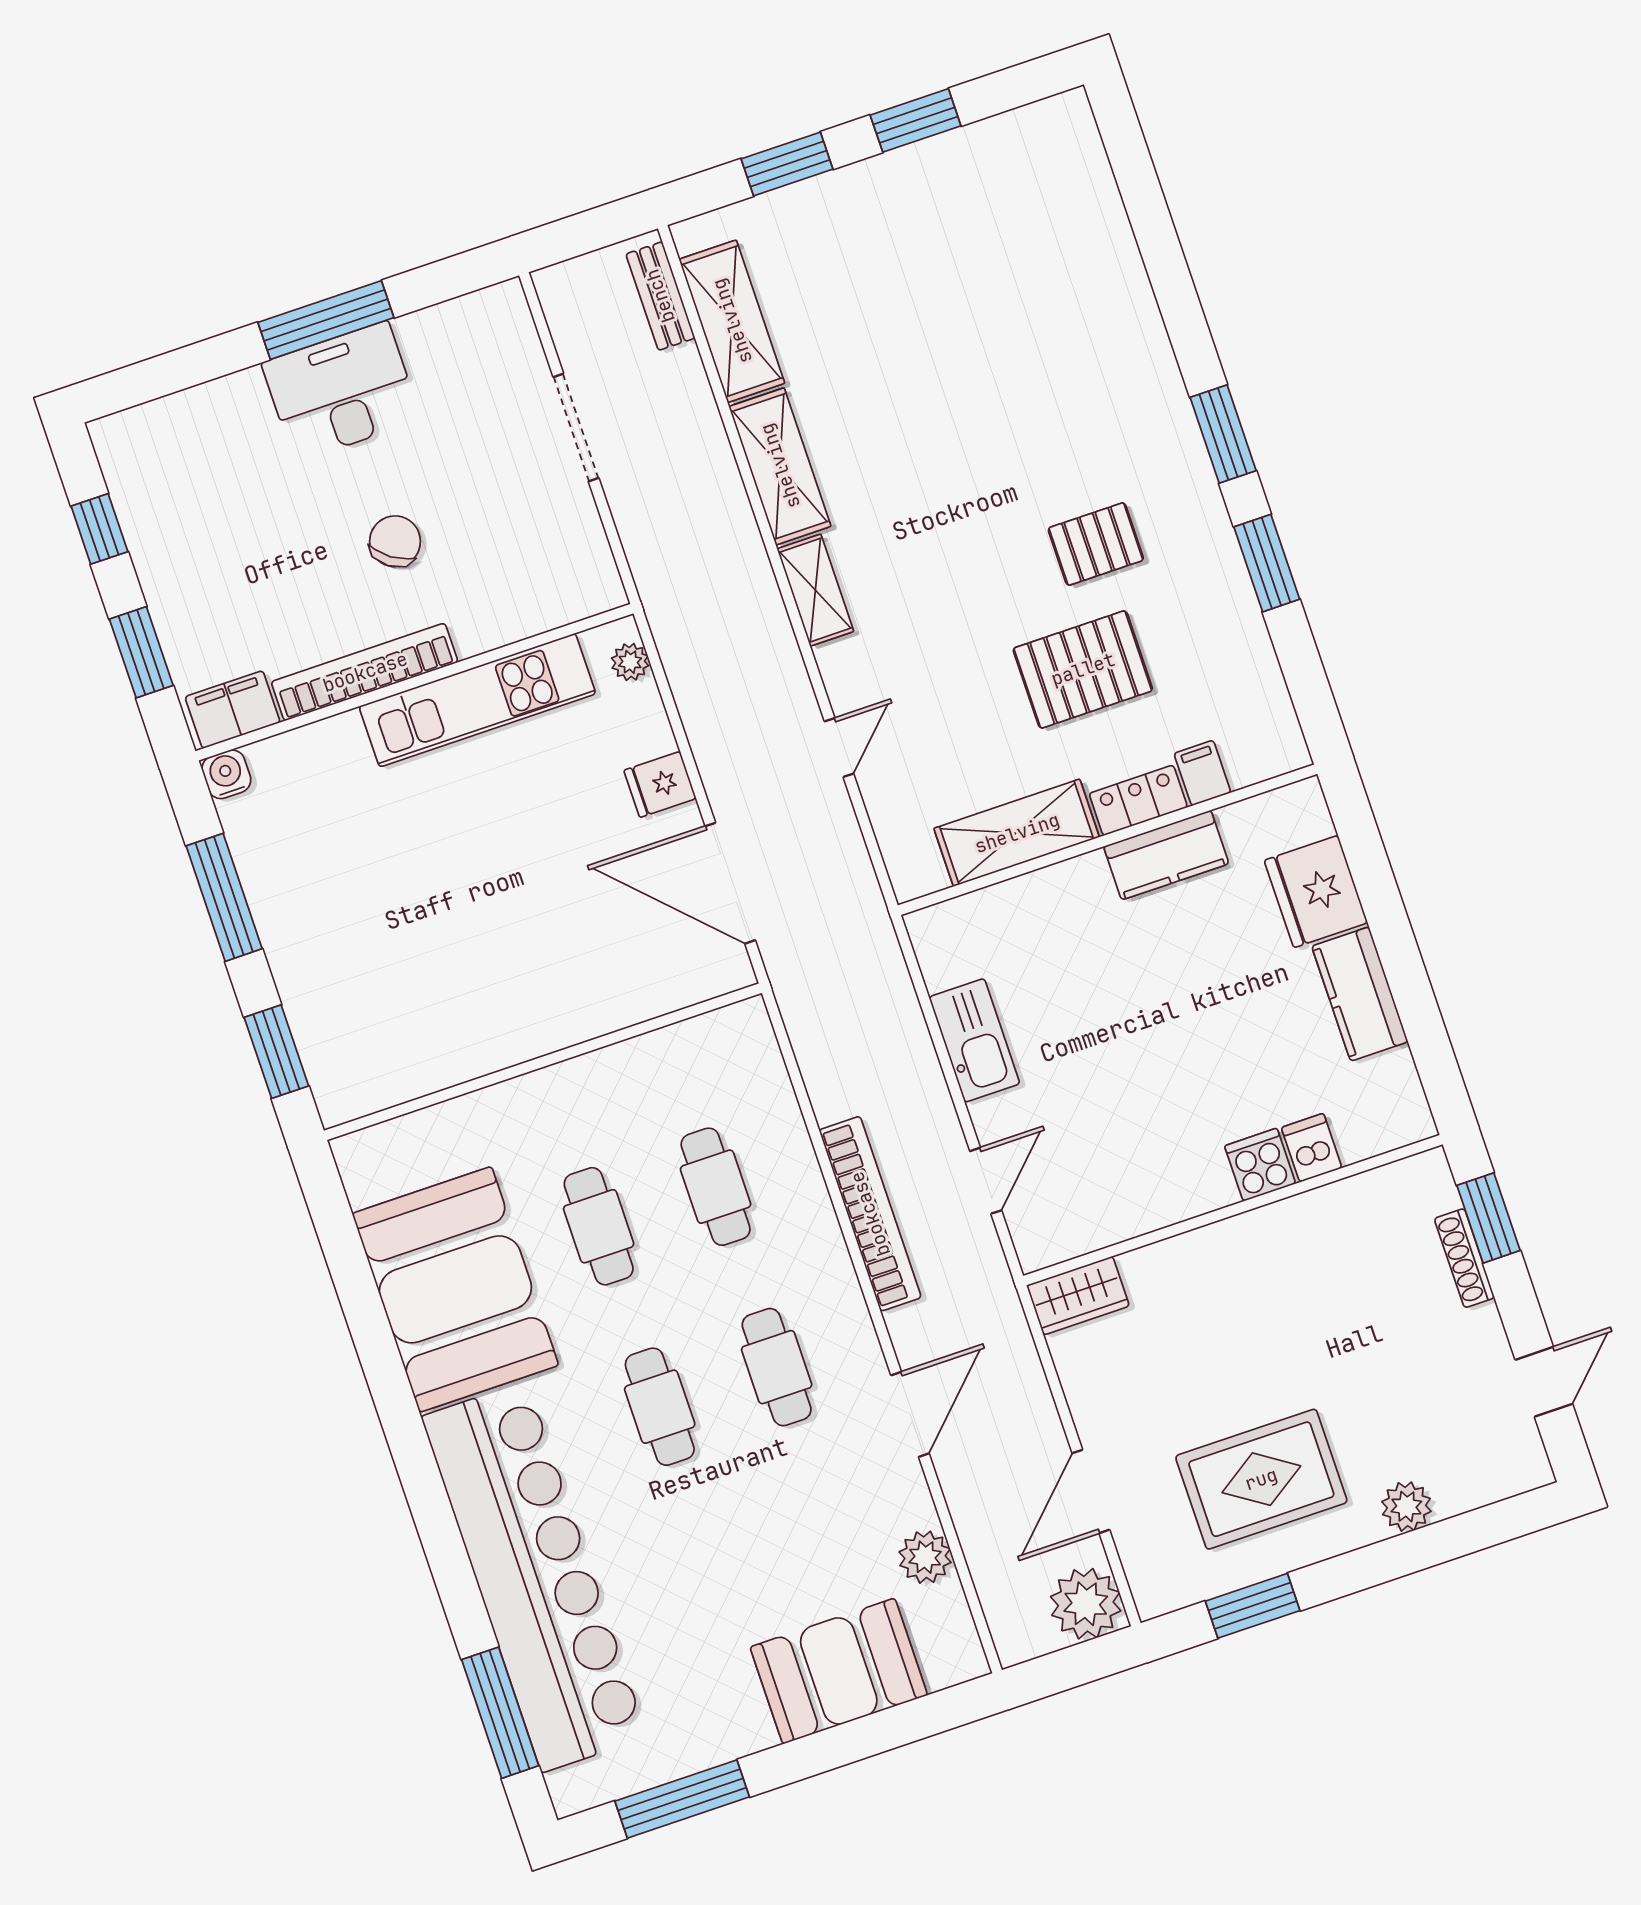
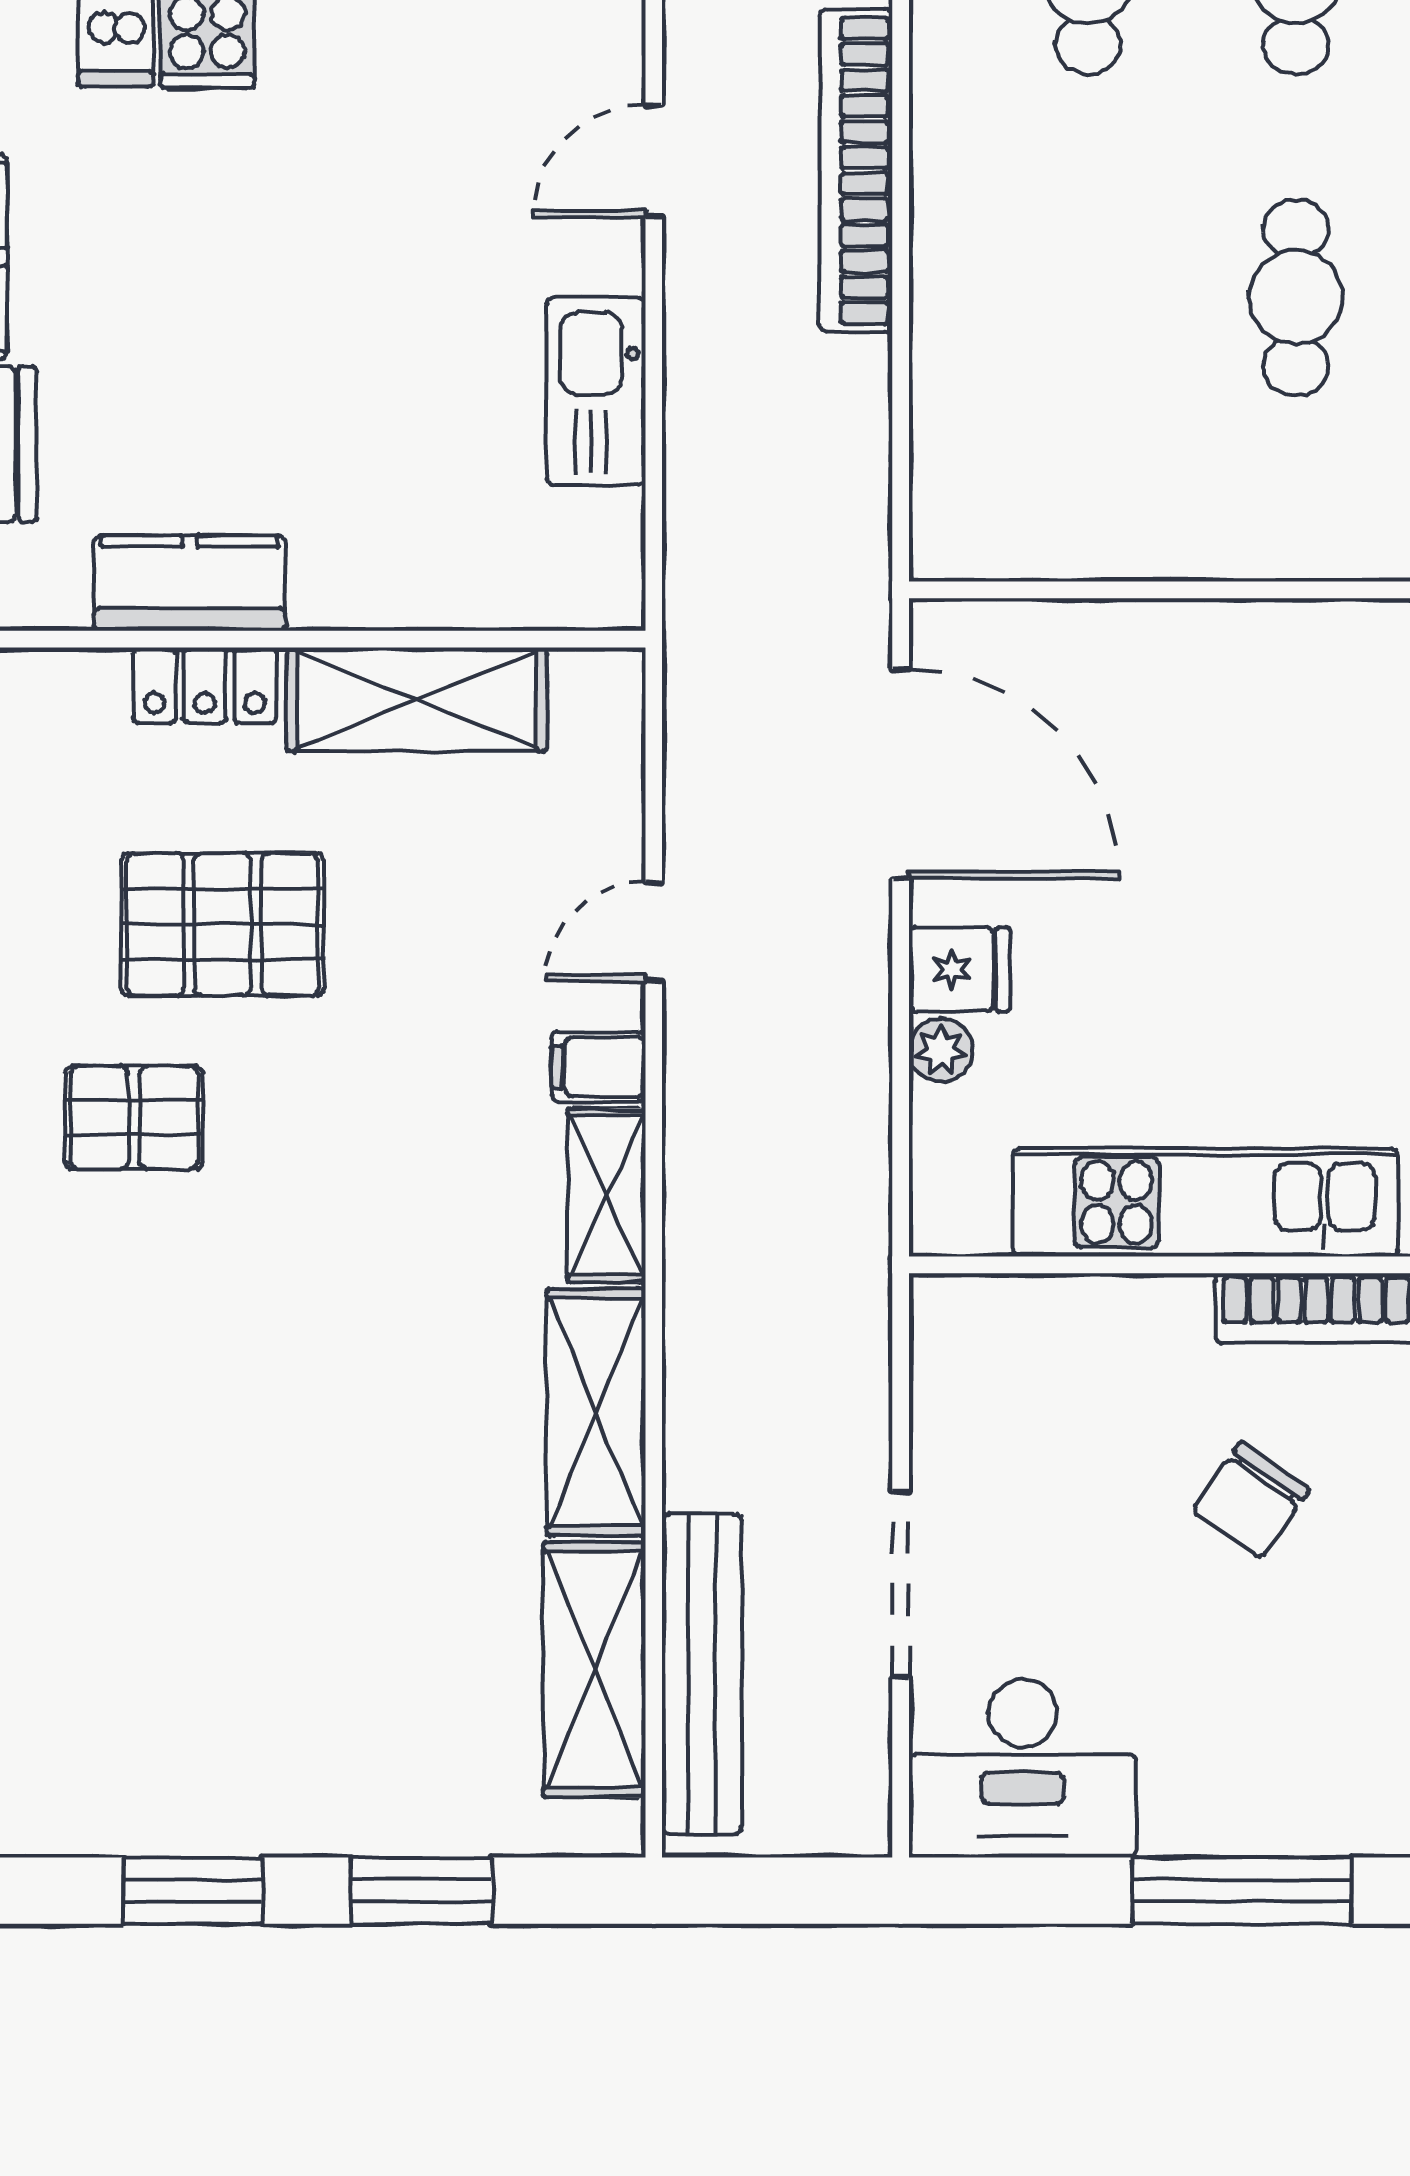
bench: (660, 296) -> (702, 1674), width x1.86, depth x1.21
desk: (341, 391) -> (1023, 1768), moved
plant: (630, 662) -> (941, 1050), moved
filing cabinet: (1202, 773) -> (598, 1067), moved, turned 90
cafe table: (716, 1187) -> (1088, 297), removed

